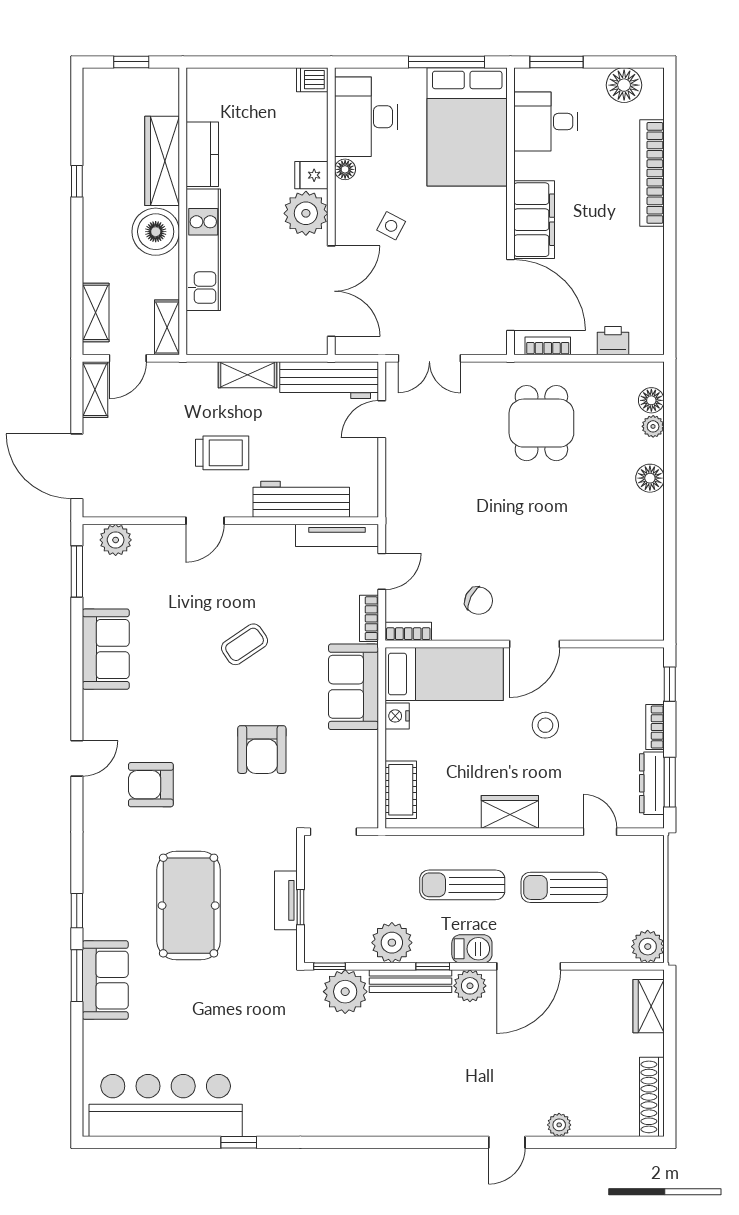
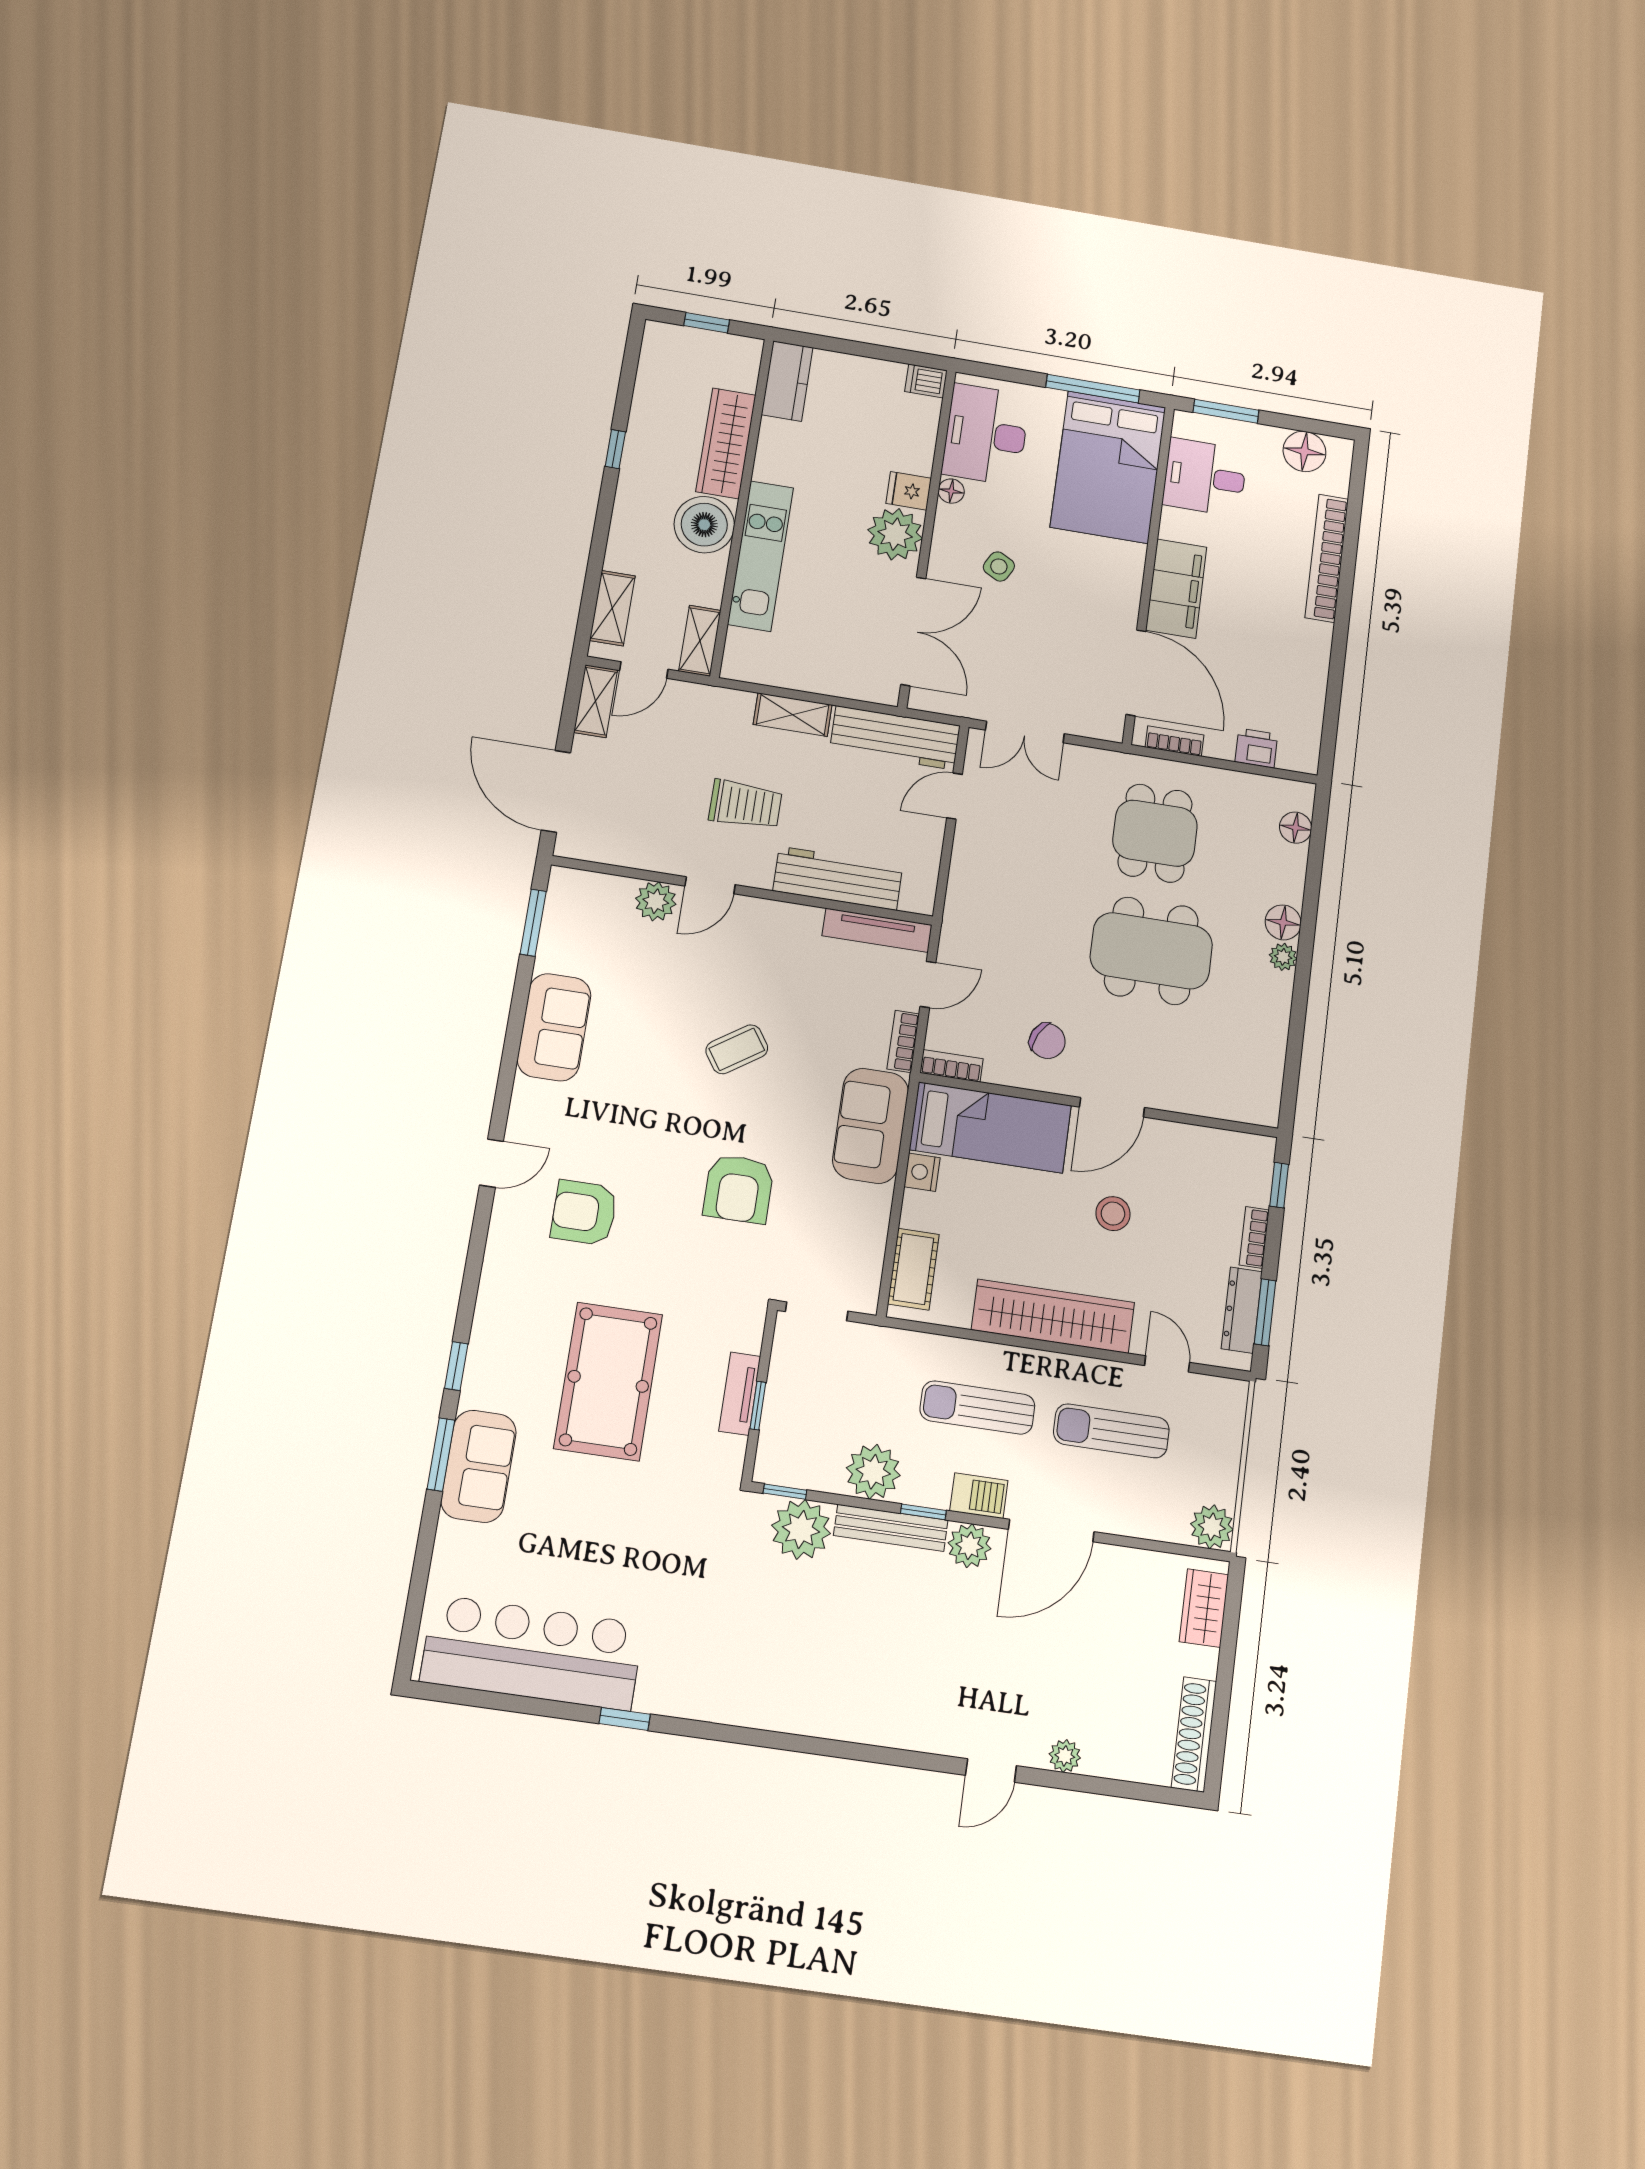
kitchen counter: (202, 154) -> (787, 381), moved
plant: (653, 426) -> (1283, 957), moved
dining table: (550, 517) -> (1151, 951), added
plant: (116, 540) -> (656, 901), moved
wardrobe: (510, 812) -> (1053, 1316), width x2.10, depth x1.17

